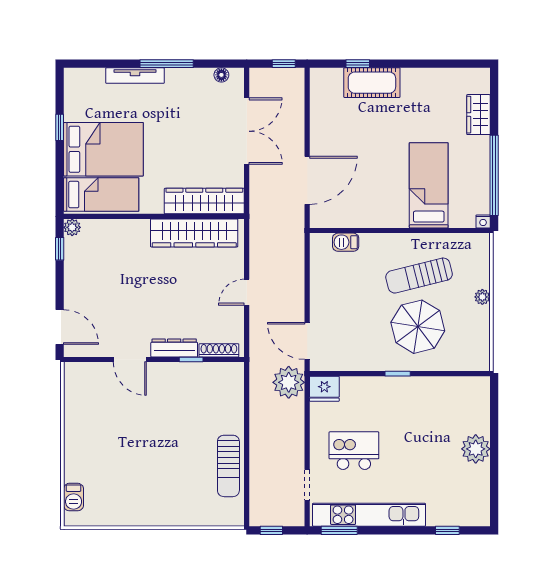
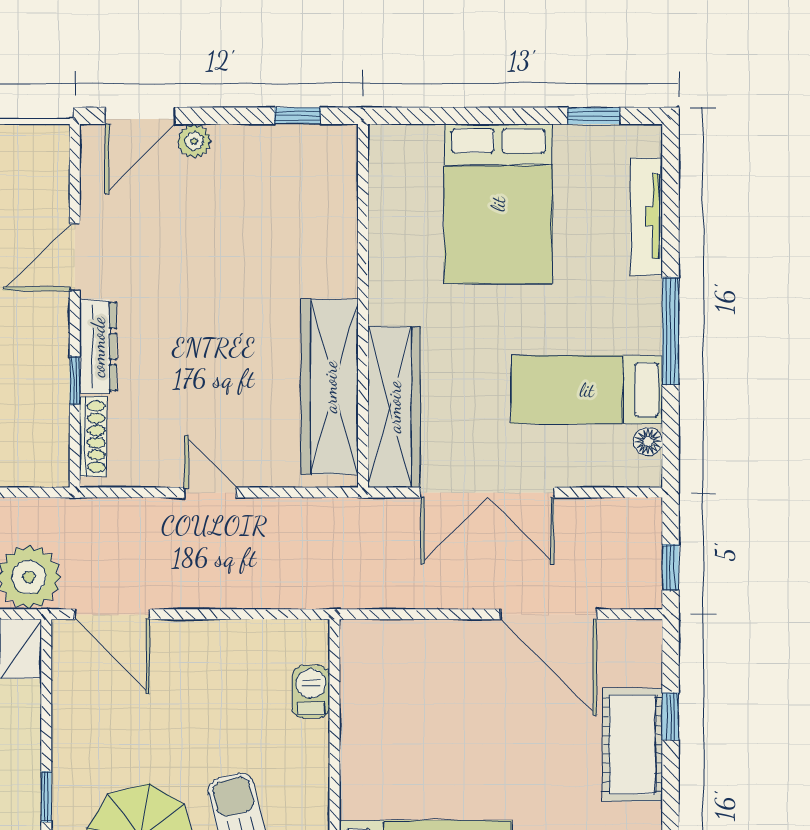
tv unit: (135, 76) -> (647, 216), moved
window: (60, 127) -> (594, 116), moved
double door: (247, 131) -> (487, 492), moved
door: (307, 180) -> (548, 614), moved
bed: (101, 195) -> (587, 390), moved, turned 90
plant: (72, 227) -> (194, 141), moved
door: (307, 341) -> (112, 614), swing flipped

